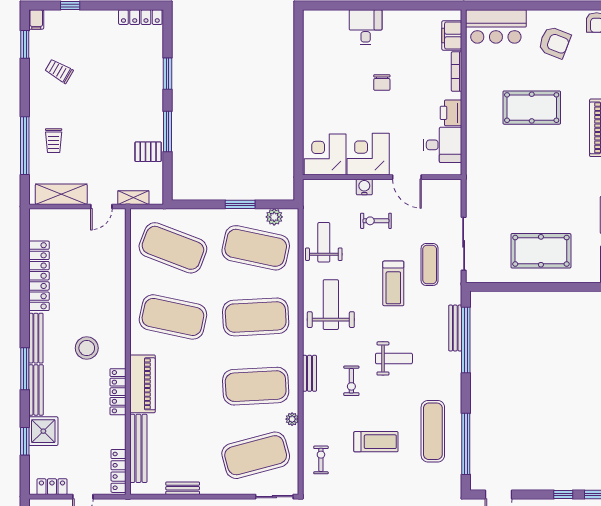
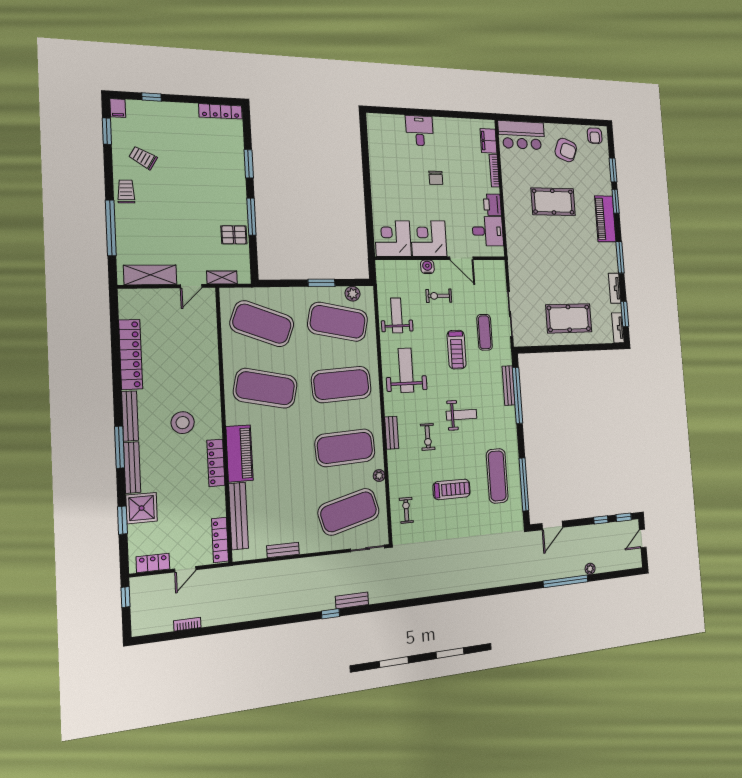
trolley: (54, 141) -> (126, 192), moved, turned 180

